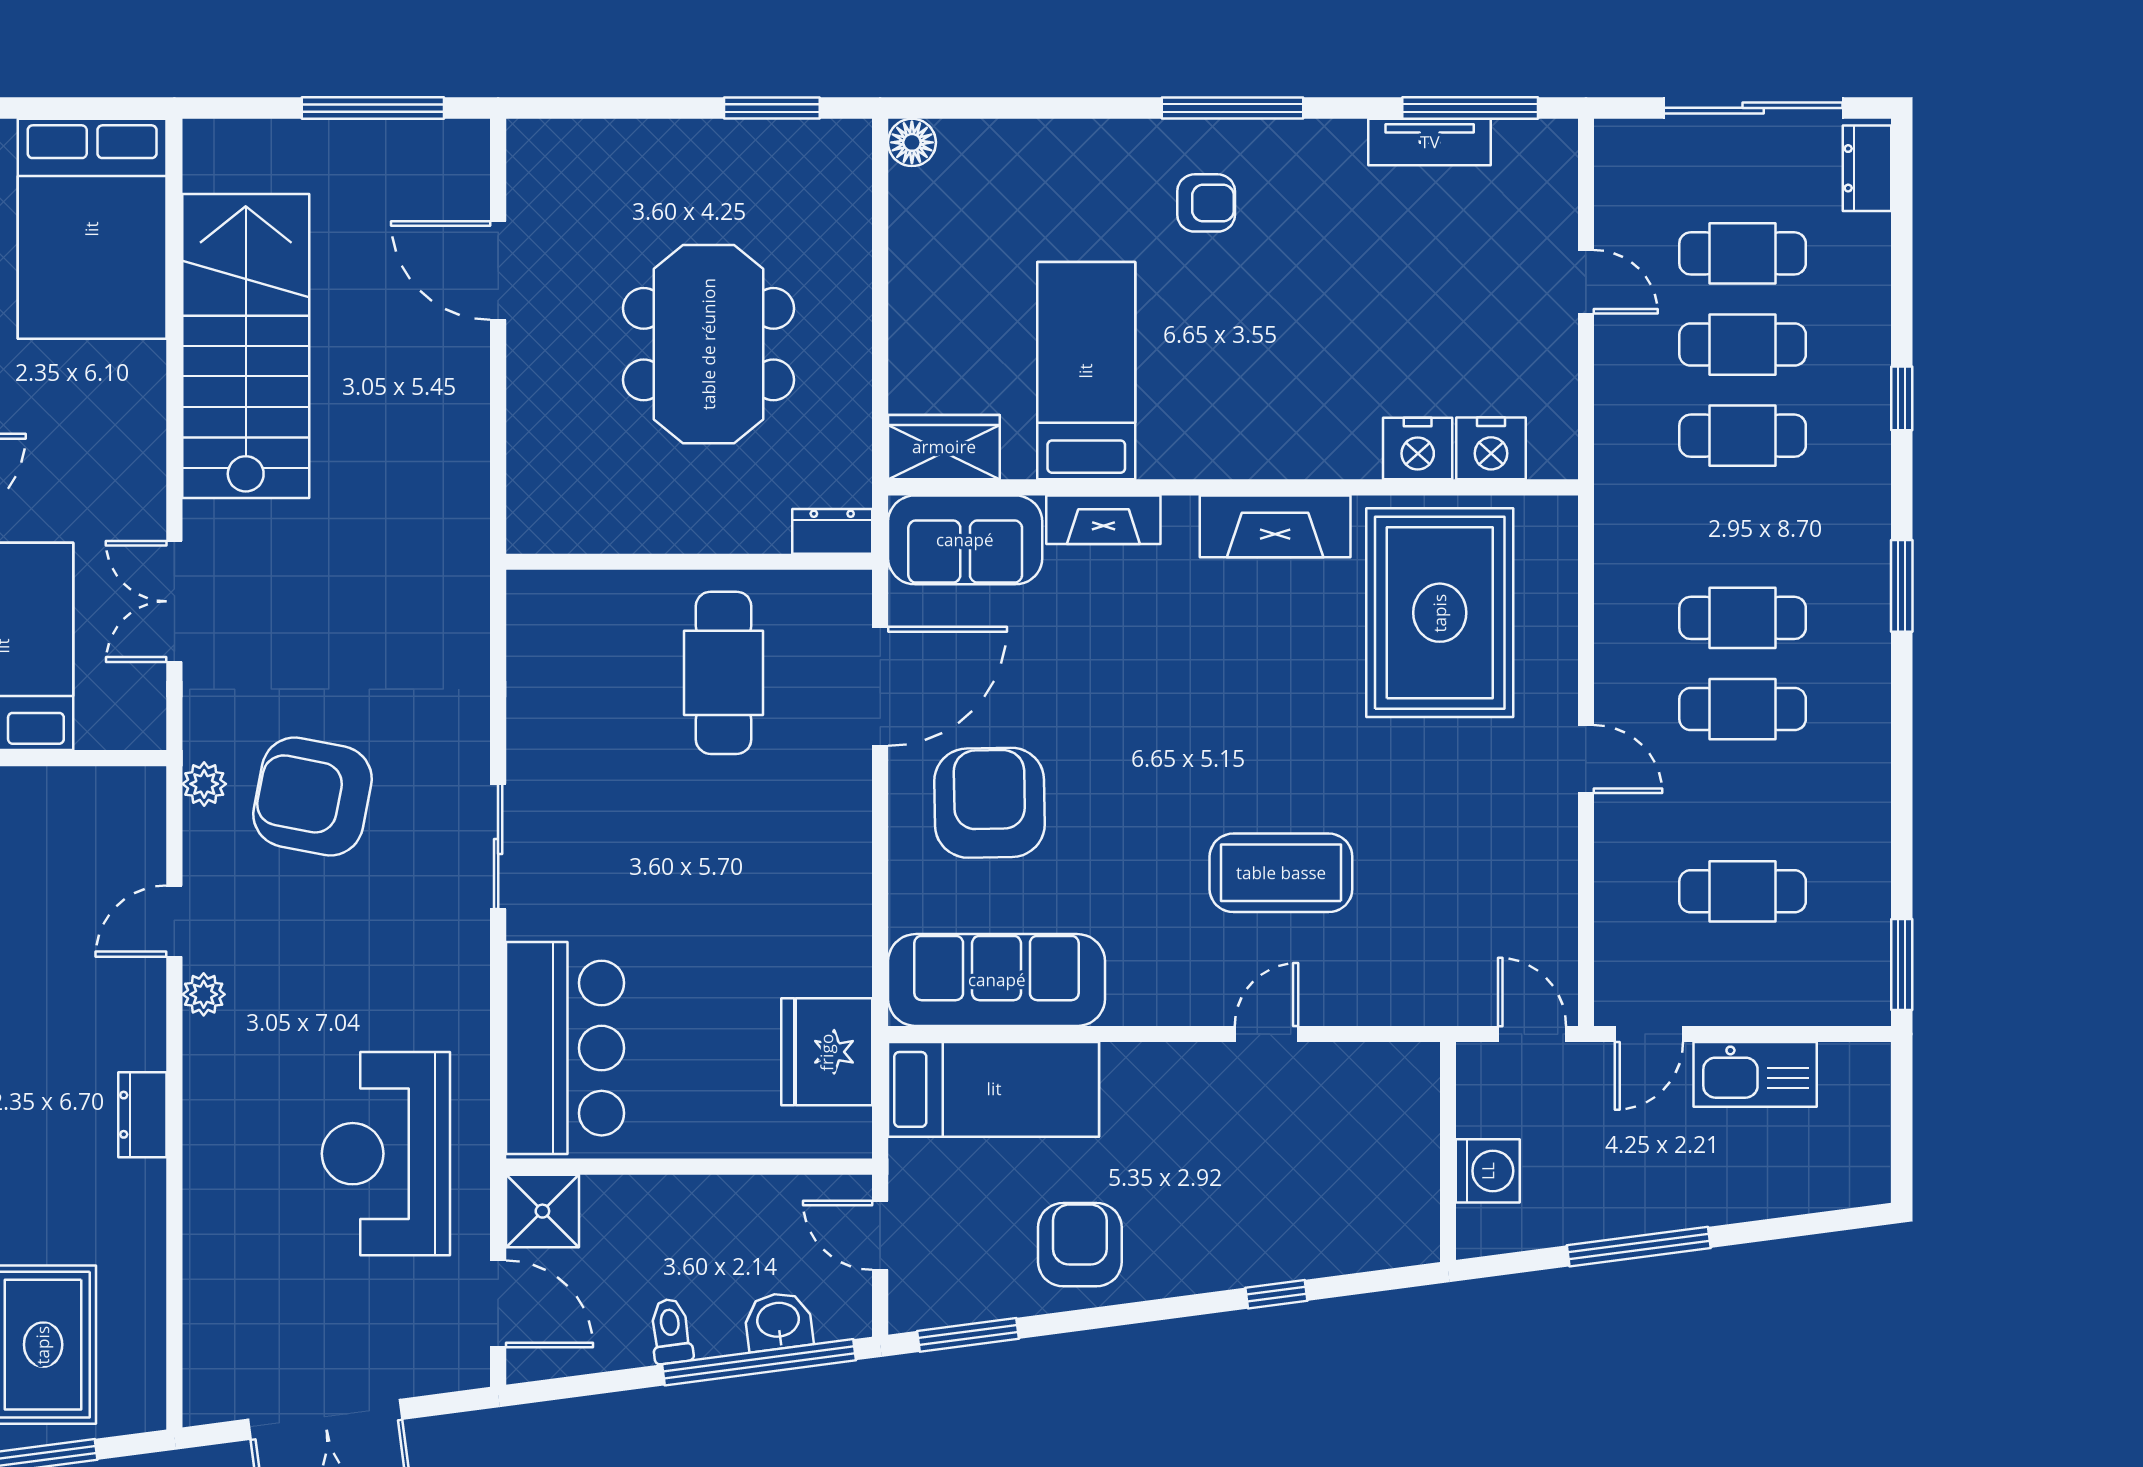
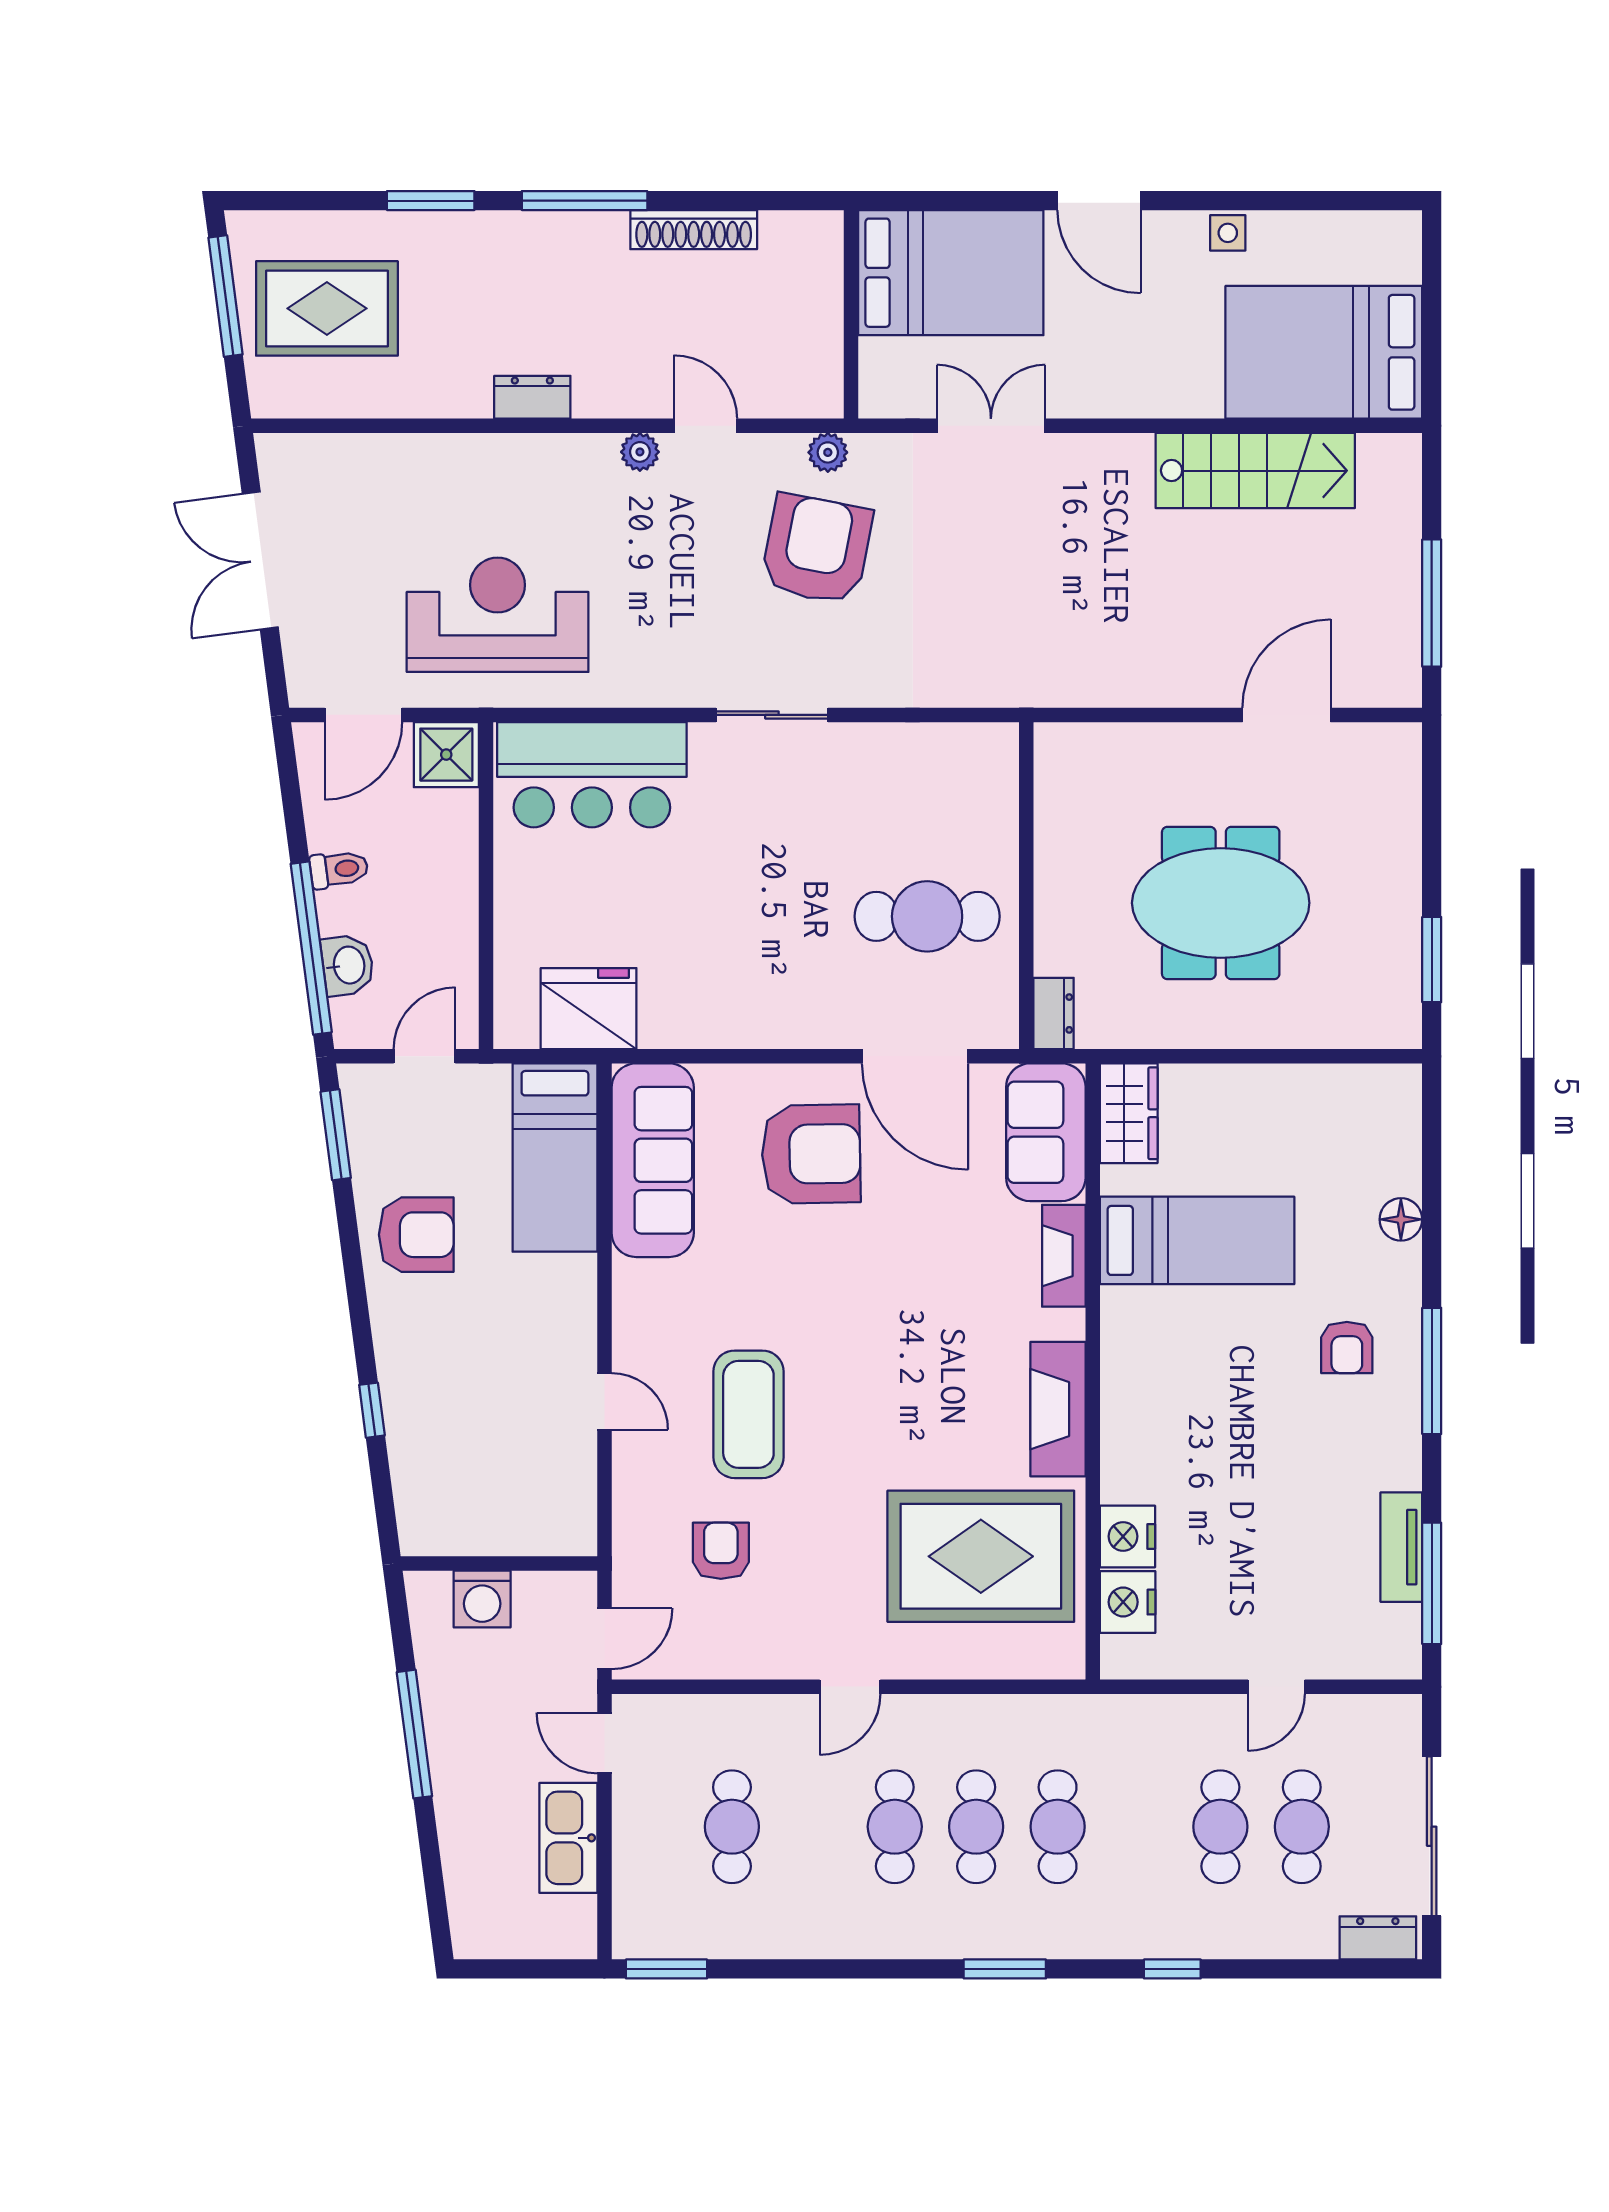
floor lamp: (912, 142) -> (1401, 1219), moved
stairs: (246, 346) -> (1255, 471), width x0.73, depth x0.66
cafe table: (1743, 436) -> (1058, 1827), moved
armchair: (1434, 904) -> (721, 1551), added

